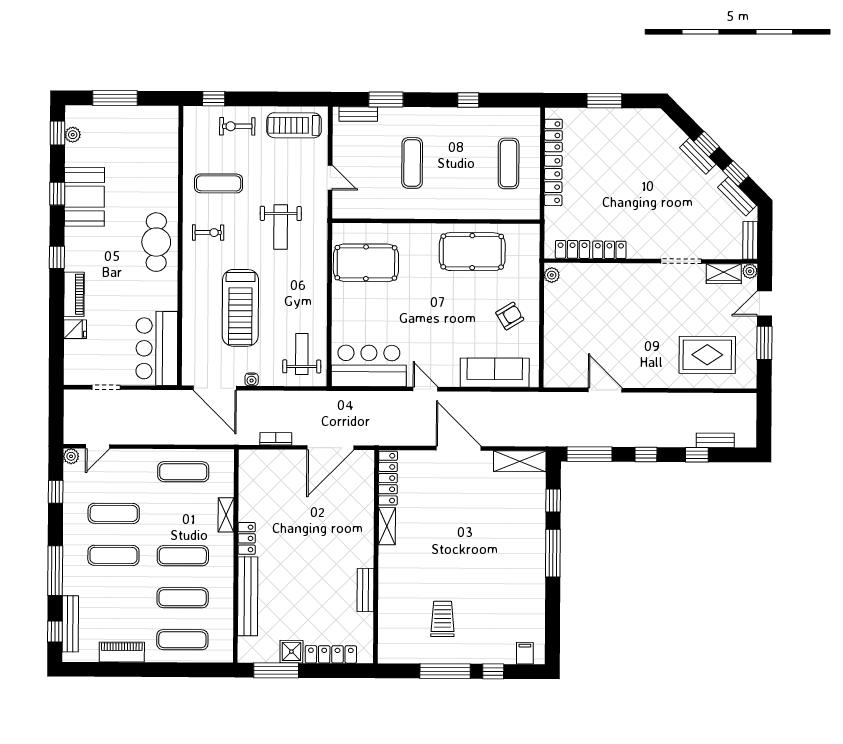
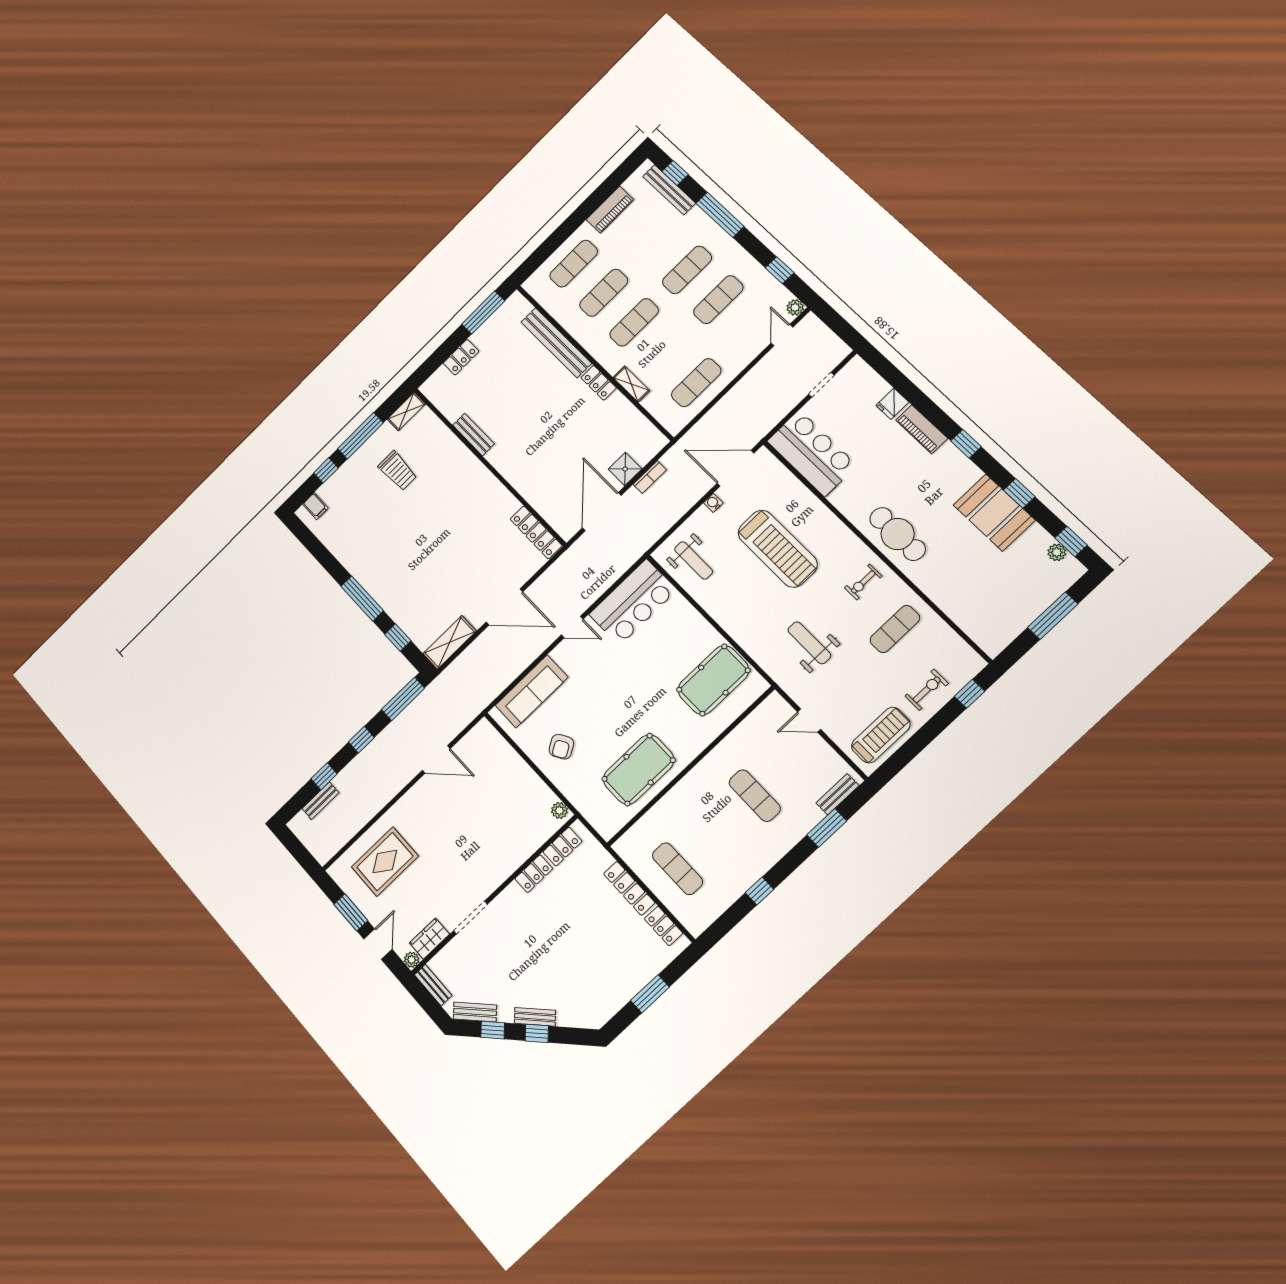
treadmill: (240, 308) -> (778, 549), turned 180
shelving: (387, 526) -> (406, 411), moved, turned 90
shower: (291, 652) -> (625, 469), moved
locker: (331, 654) -> (461, 357), width x0.66

